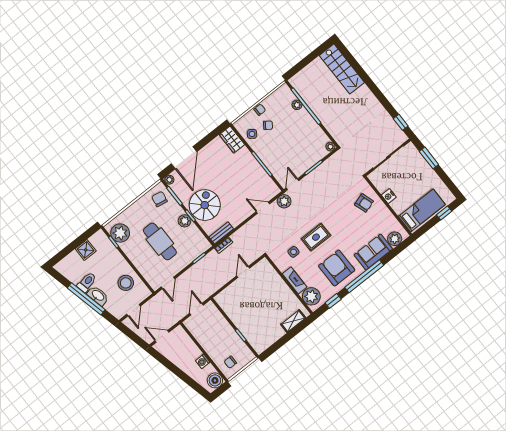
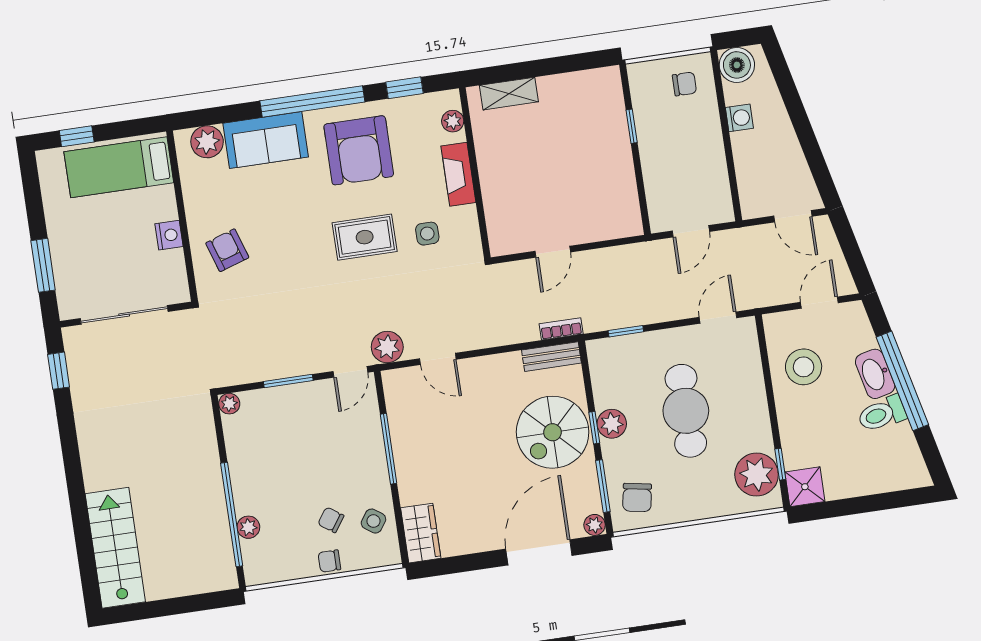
shower: (86, 250) -> (805, 487), moved
plant: (311, 296) -> (453, 121), width x0.53, depth x0.53

